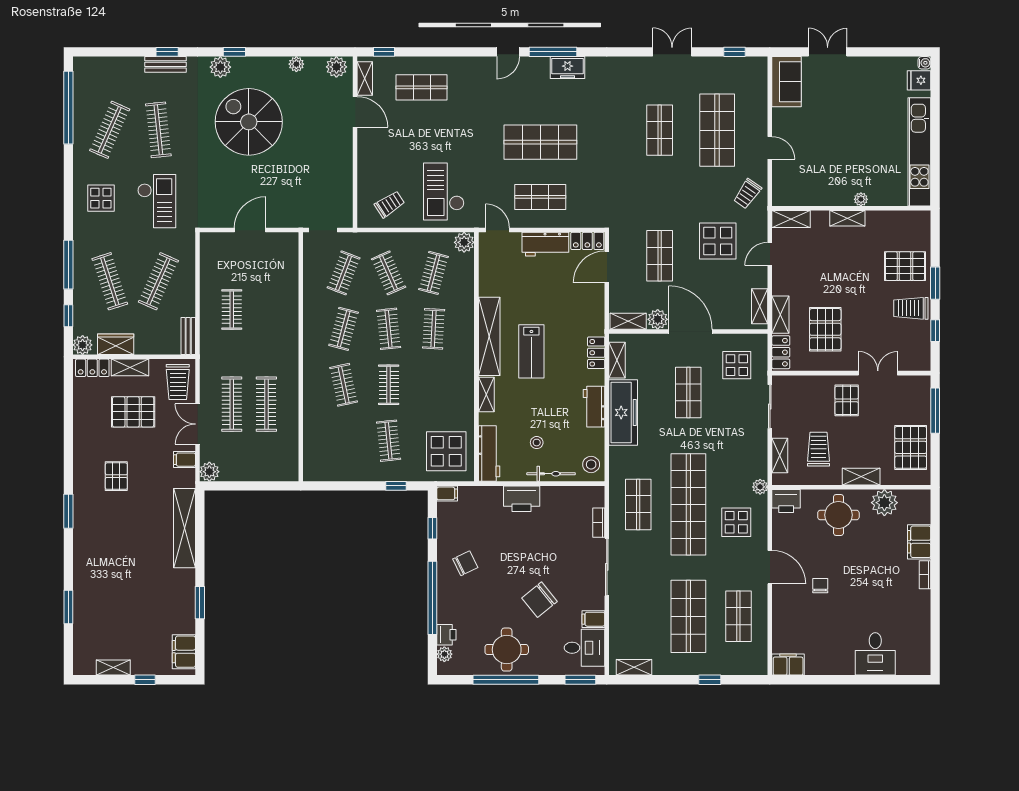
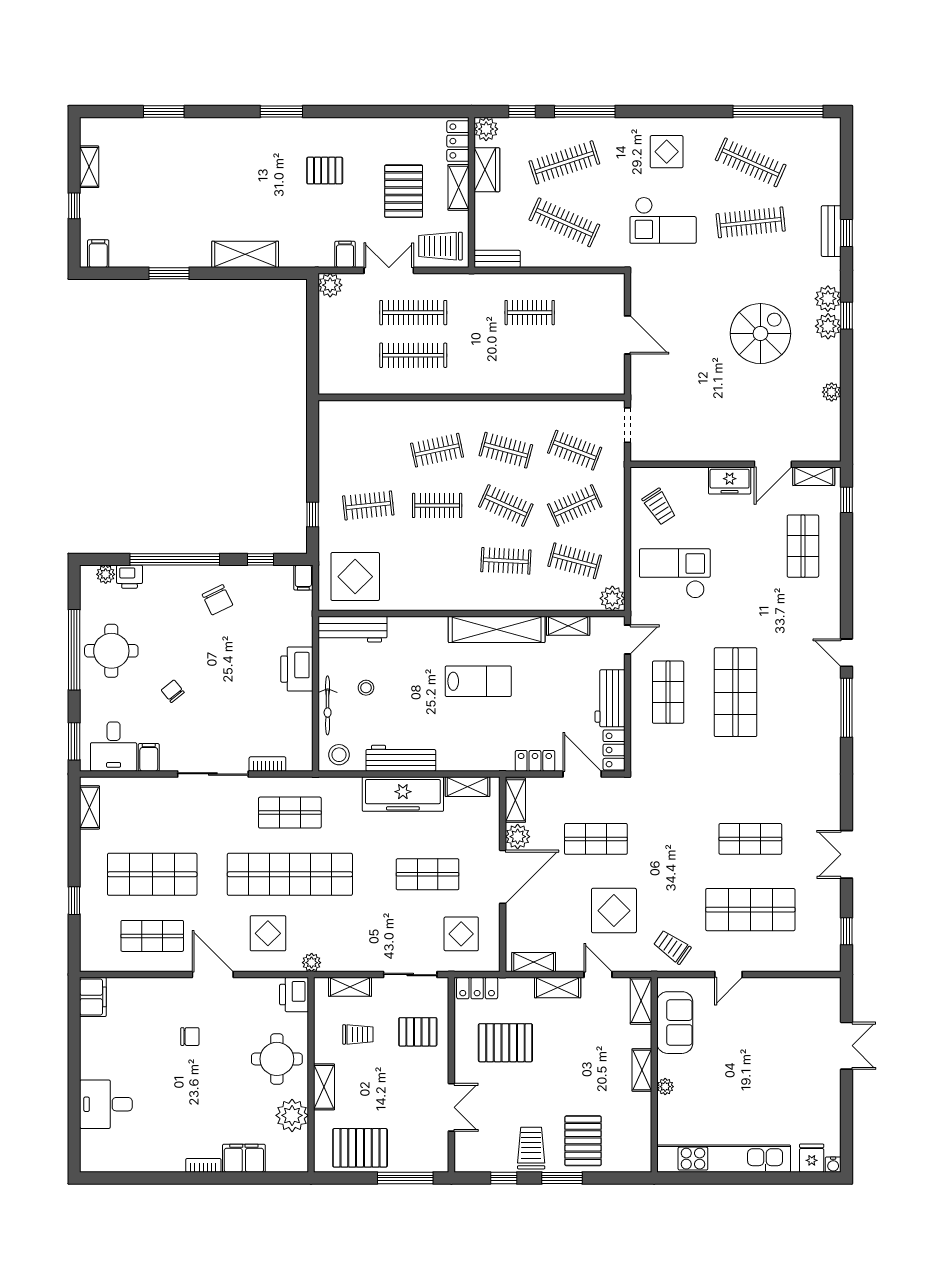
double door: (672, 52) -> (846, 854), swing flipped
plant: (336, 67) -> (828, 326), moved
freezer: (567, 68) -> (730, 481), moved, turned -90
sofa: (787, 82) -> (675, 1023), moved, turned -90
spiral stairs: (249, 122) -> (760, 334), width x0.73, depth x0.73
shelving: (780, 315) -> (558, 988), moved
clothes rail: (389, 329) -> (506, 505), turned 30
lab bench: (531, 351) -> (478, 681), turned 180
locker: (596, 353) -> (535, 761), moved
shelving: (486, 394) -> (568, 626), moved
pallet: (847, 400) -> (418, 1032), moved
workbench: (594, 407) -> (401, 758), width x1.38
trolley: (819, 449) -> (358, 1034), width x0.73, depth x0.72
shelving: (184, 528) -> (245, 254), width x0.68
door: (770, 567) -> (213, 975), swing flipped
chair: (540, 600) -> (173, 691), width x0.54, depth x0.54
filing cabinet: (184, 652) -> (98, 254), width x0.50

